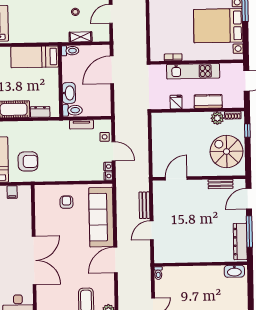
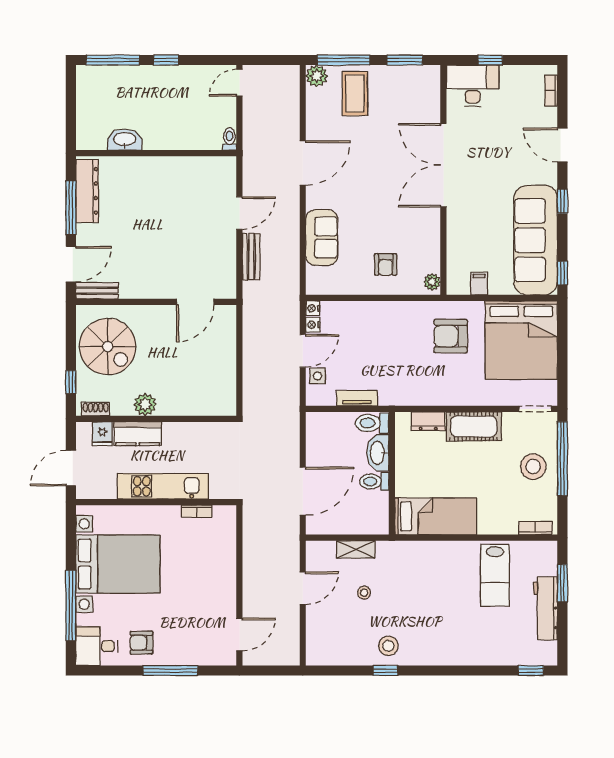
toilet: (70, 51) -> (374, 481), moved
fridge: (176, 102) -> (102, 434), moved
plant: (217, 118) -> (145, 405), moved
door: (113, 151) -> (303, 351), swing flipped
bench: (221, 184) -> (97, 291), moved
plant: (39, 193) -> (432, 282), added
sofa: (101, 217) -> (322, 237), width x0.54, depth x0.79
washbasin: (234, 271) -> (125, 140), moved

